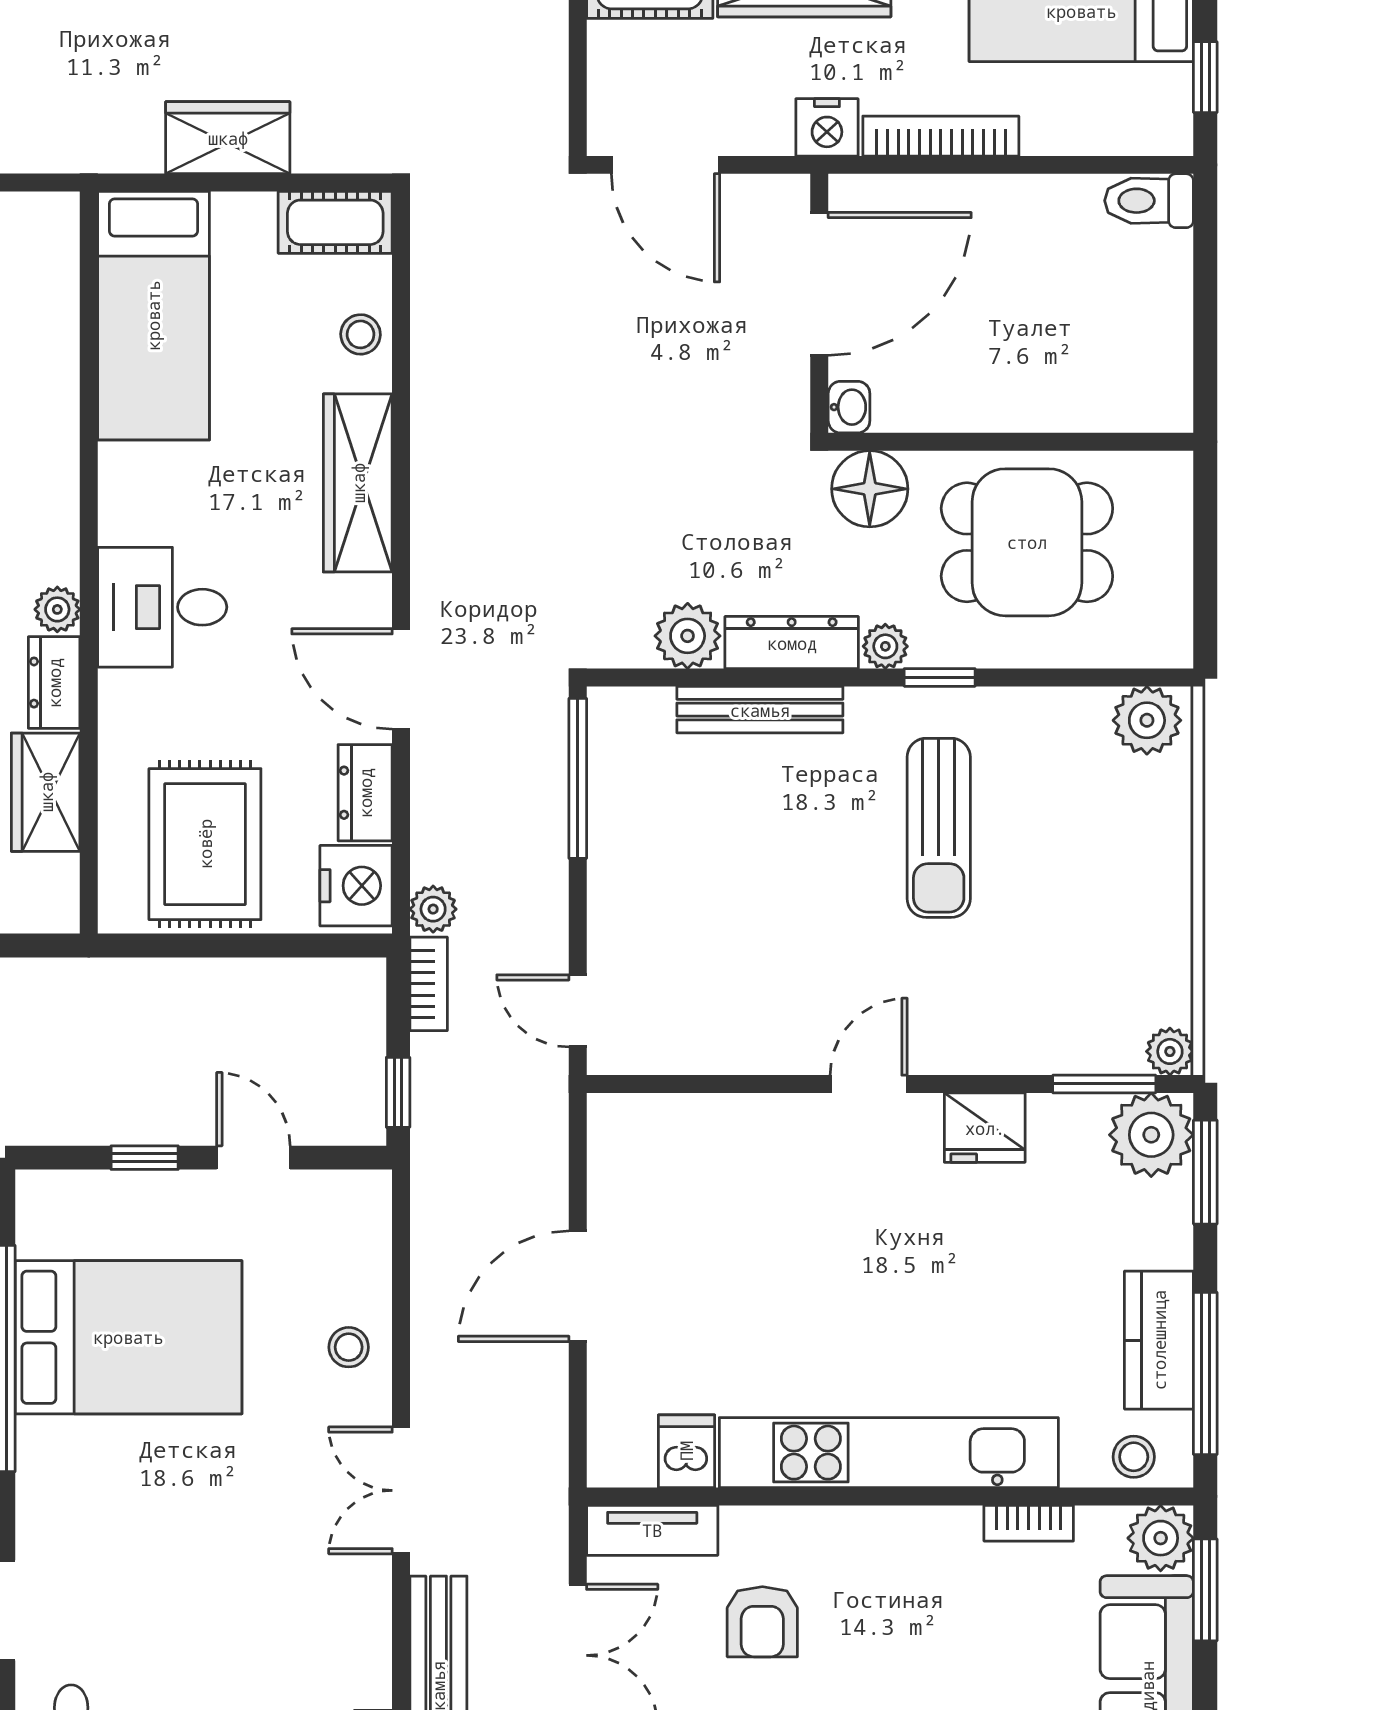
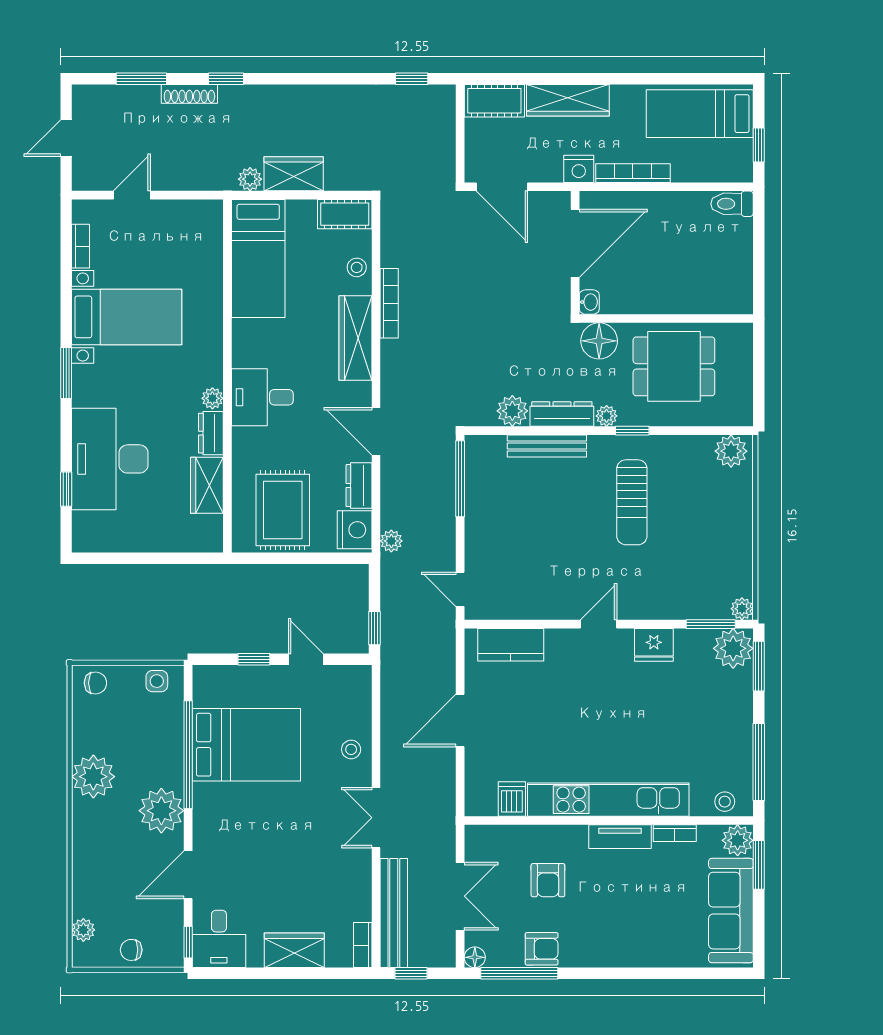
plant: (136, 149) -> (250, 179), added
bookcase: (429, 984) -> (389, 303), moved, width x1.56
kitchen counter: (1159, 1340) -> (511, 645), moved, turned -90
tv unit: (652, 1530) -> (620, 837), moved

